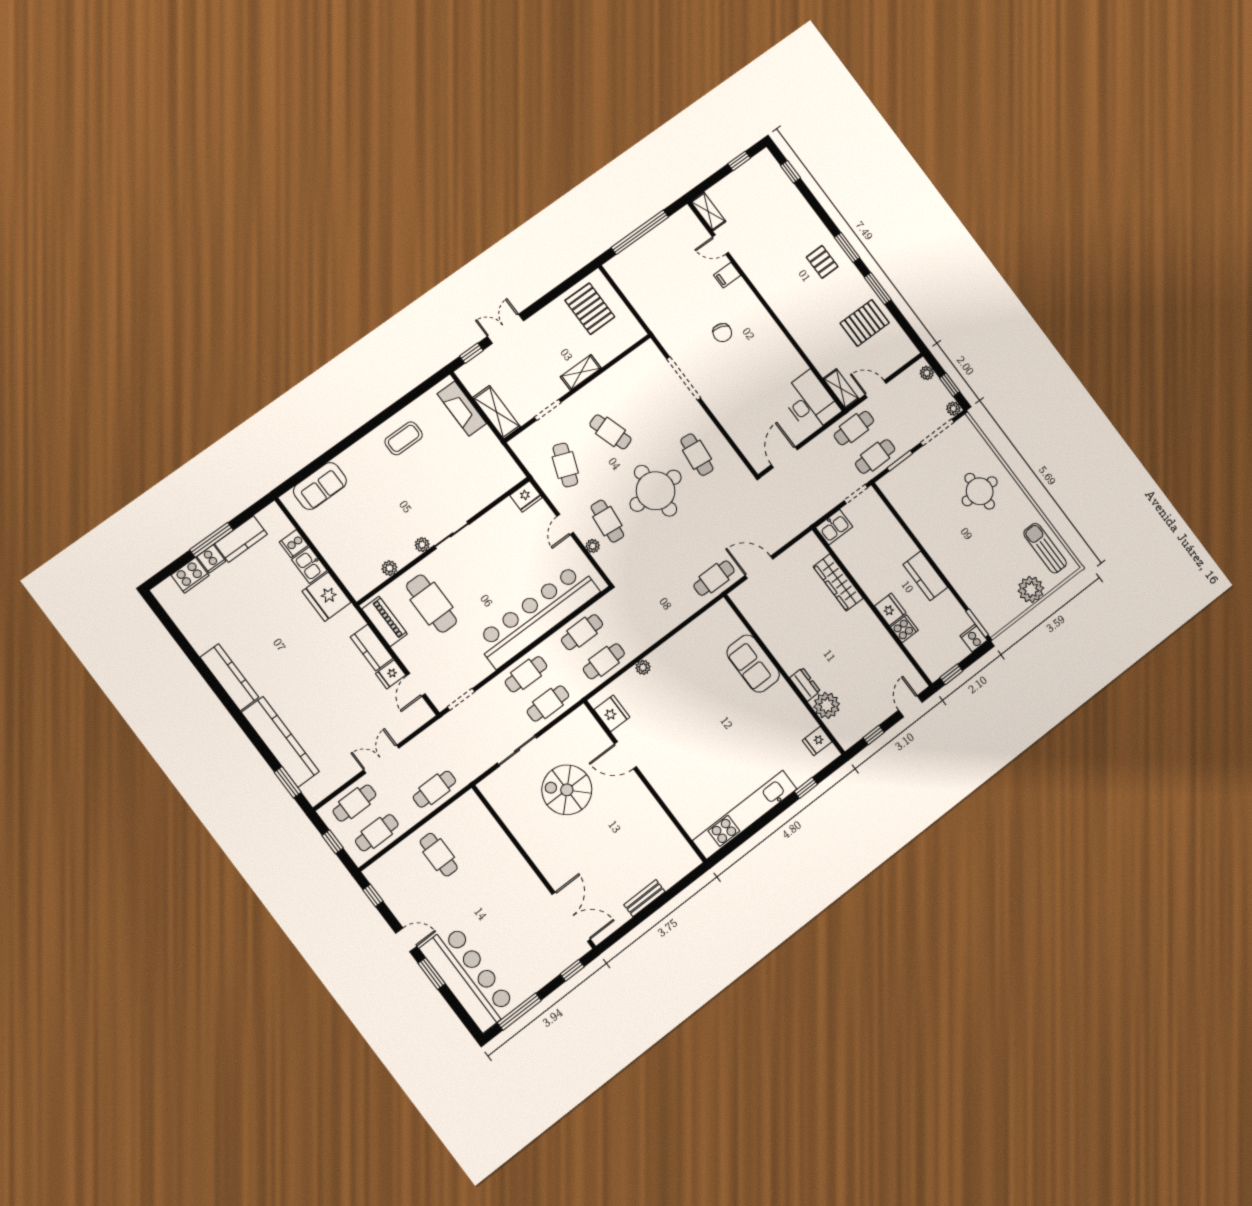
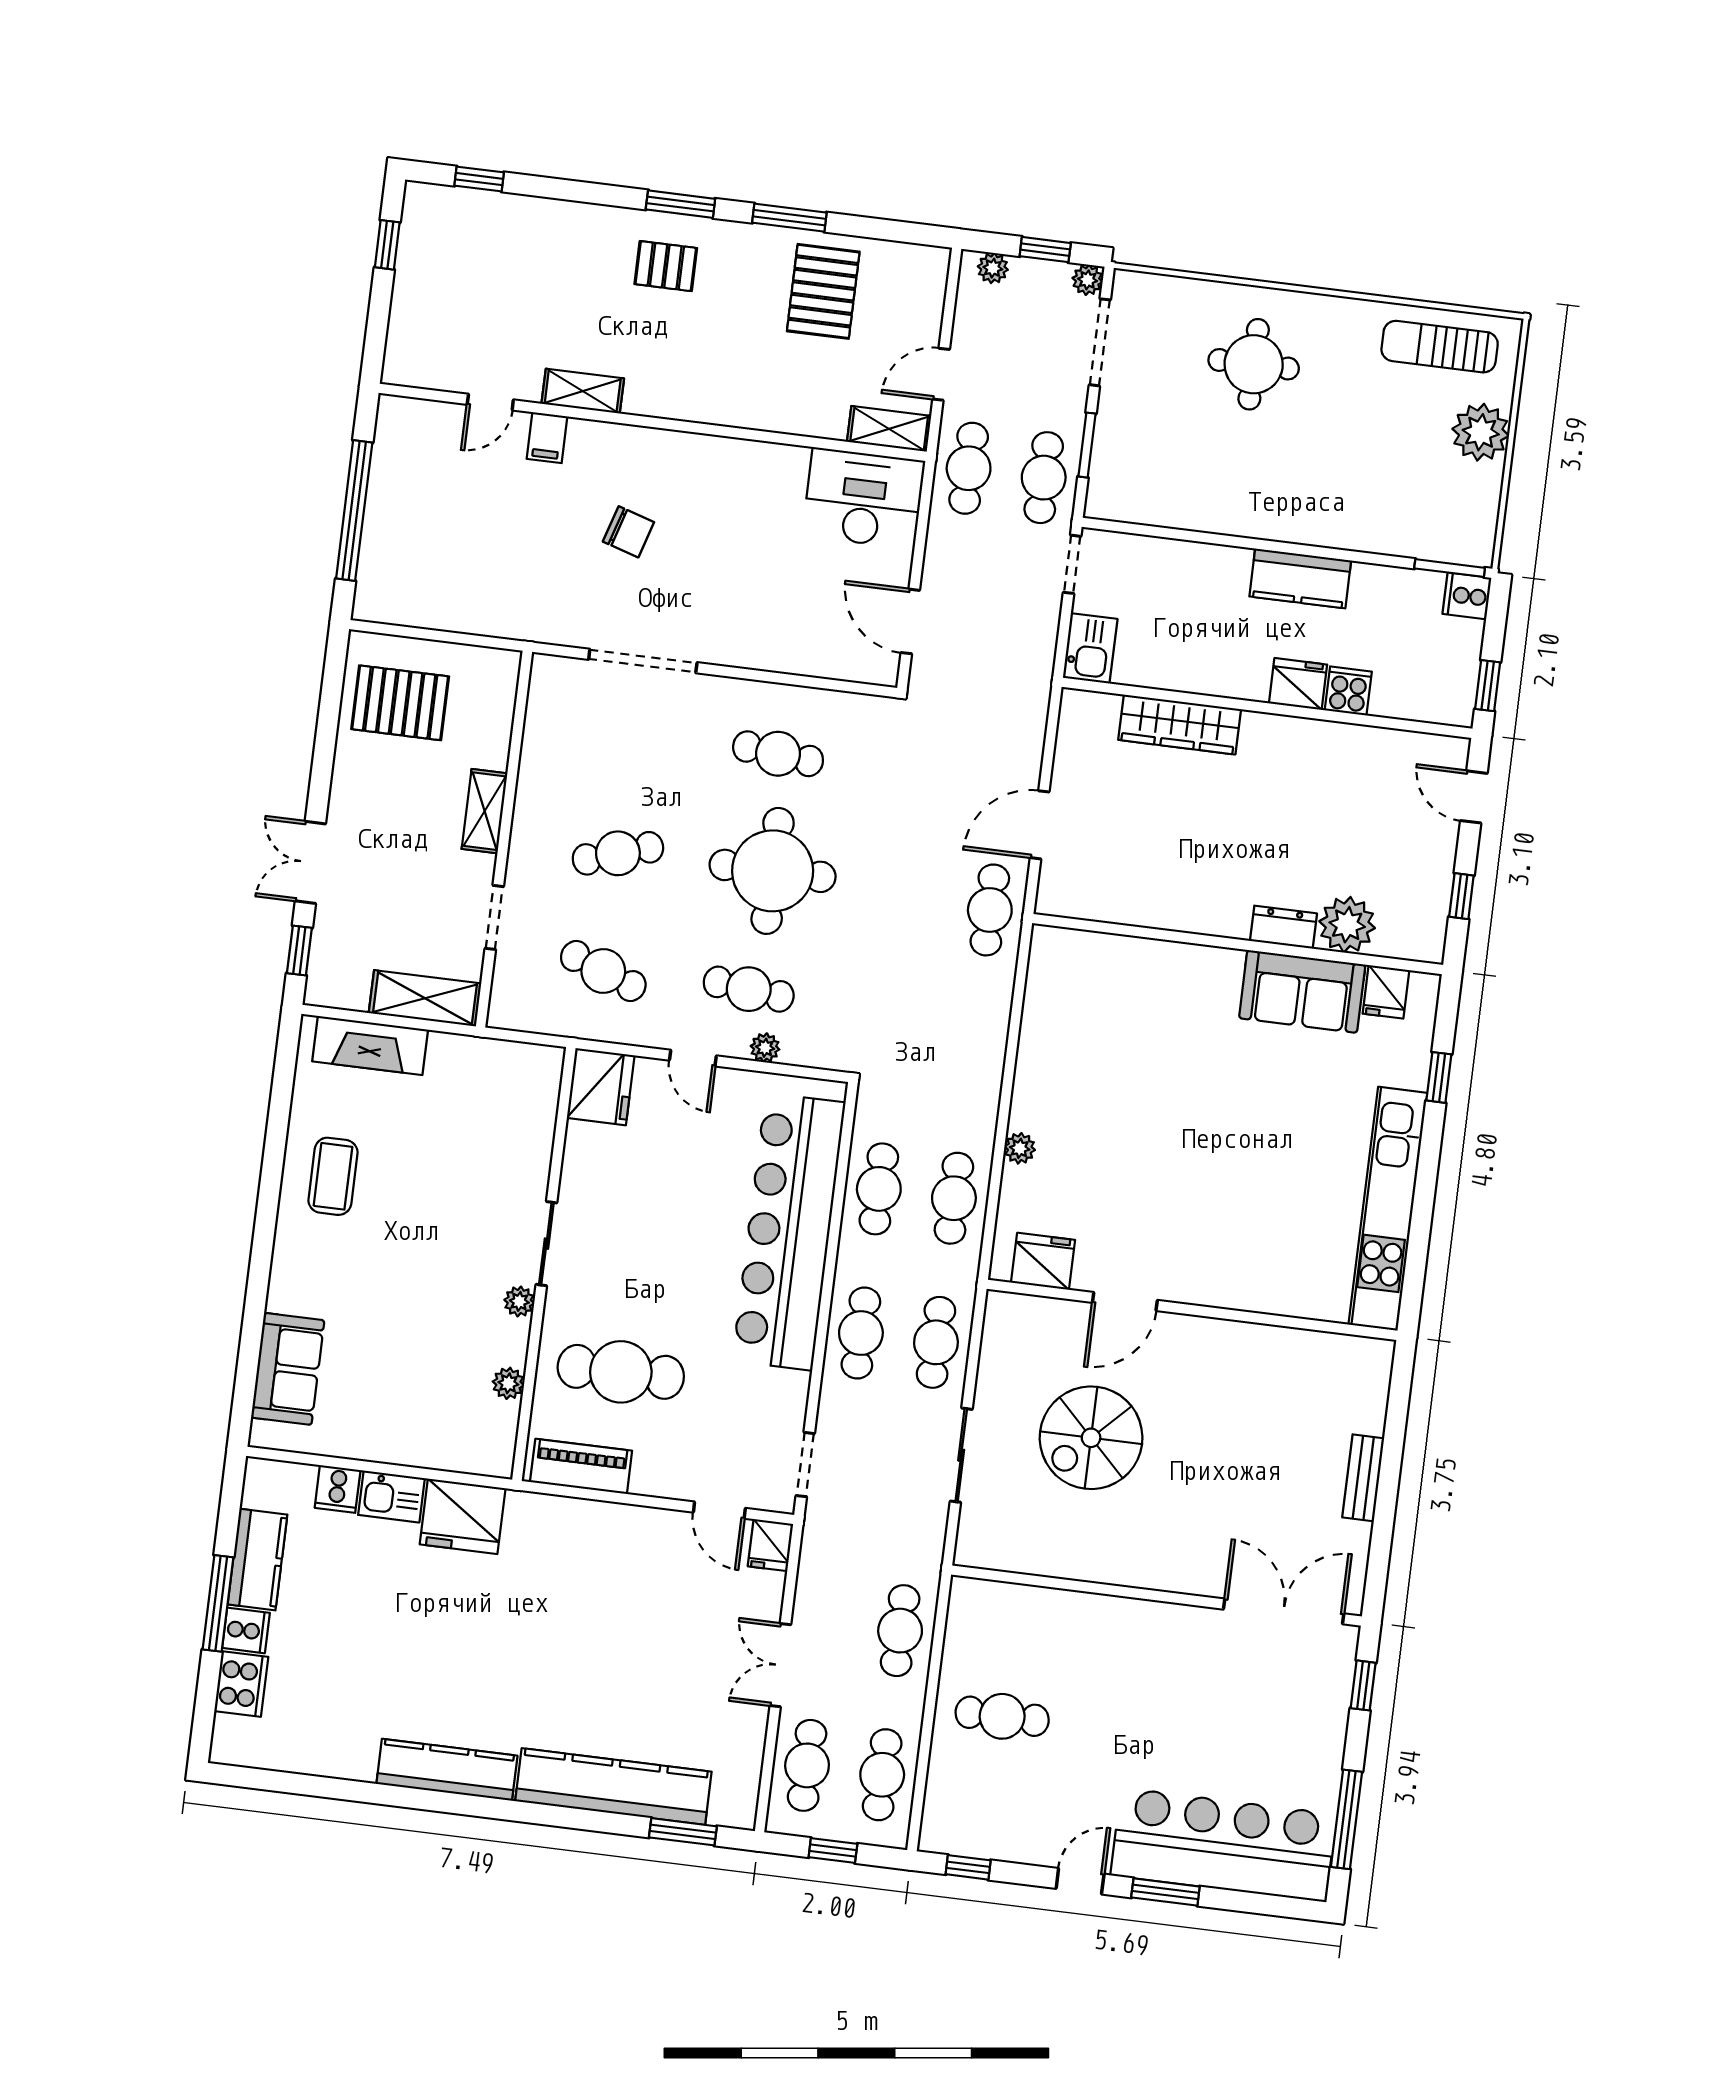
shelving: (708, 211) -> (583, 391), moved
fridge: (526, 496) -> (601, 1087), width x1.36, depth x1.34
kitchen counter: (372, 648) -> (602, 1522), removed
sofa: (753, 664) -> (1302, 991), moved
fridge: (391, 674) -> (770, 1545), moved

